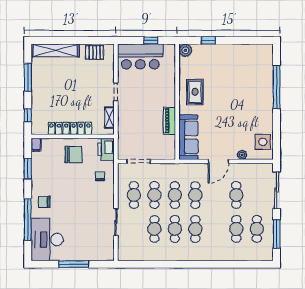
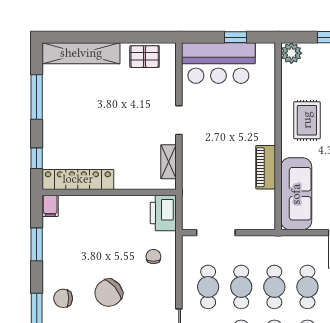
locker: (70, 128) -> (78, 179), moved
chair: (74, 154) -> (109, 293), moved, turned 139

